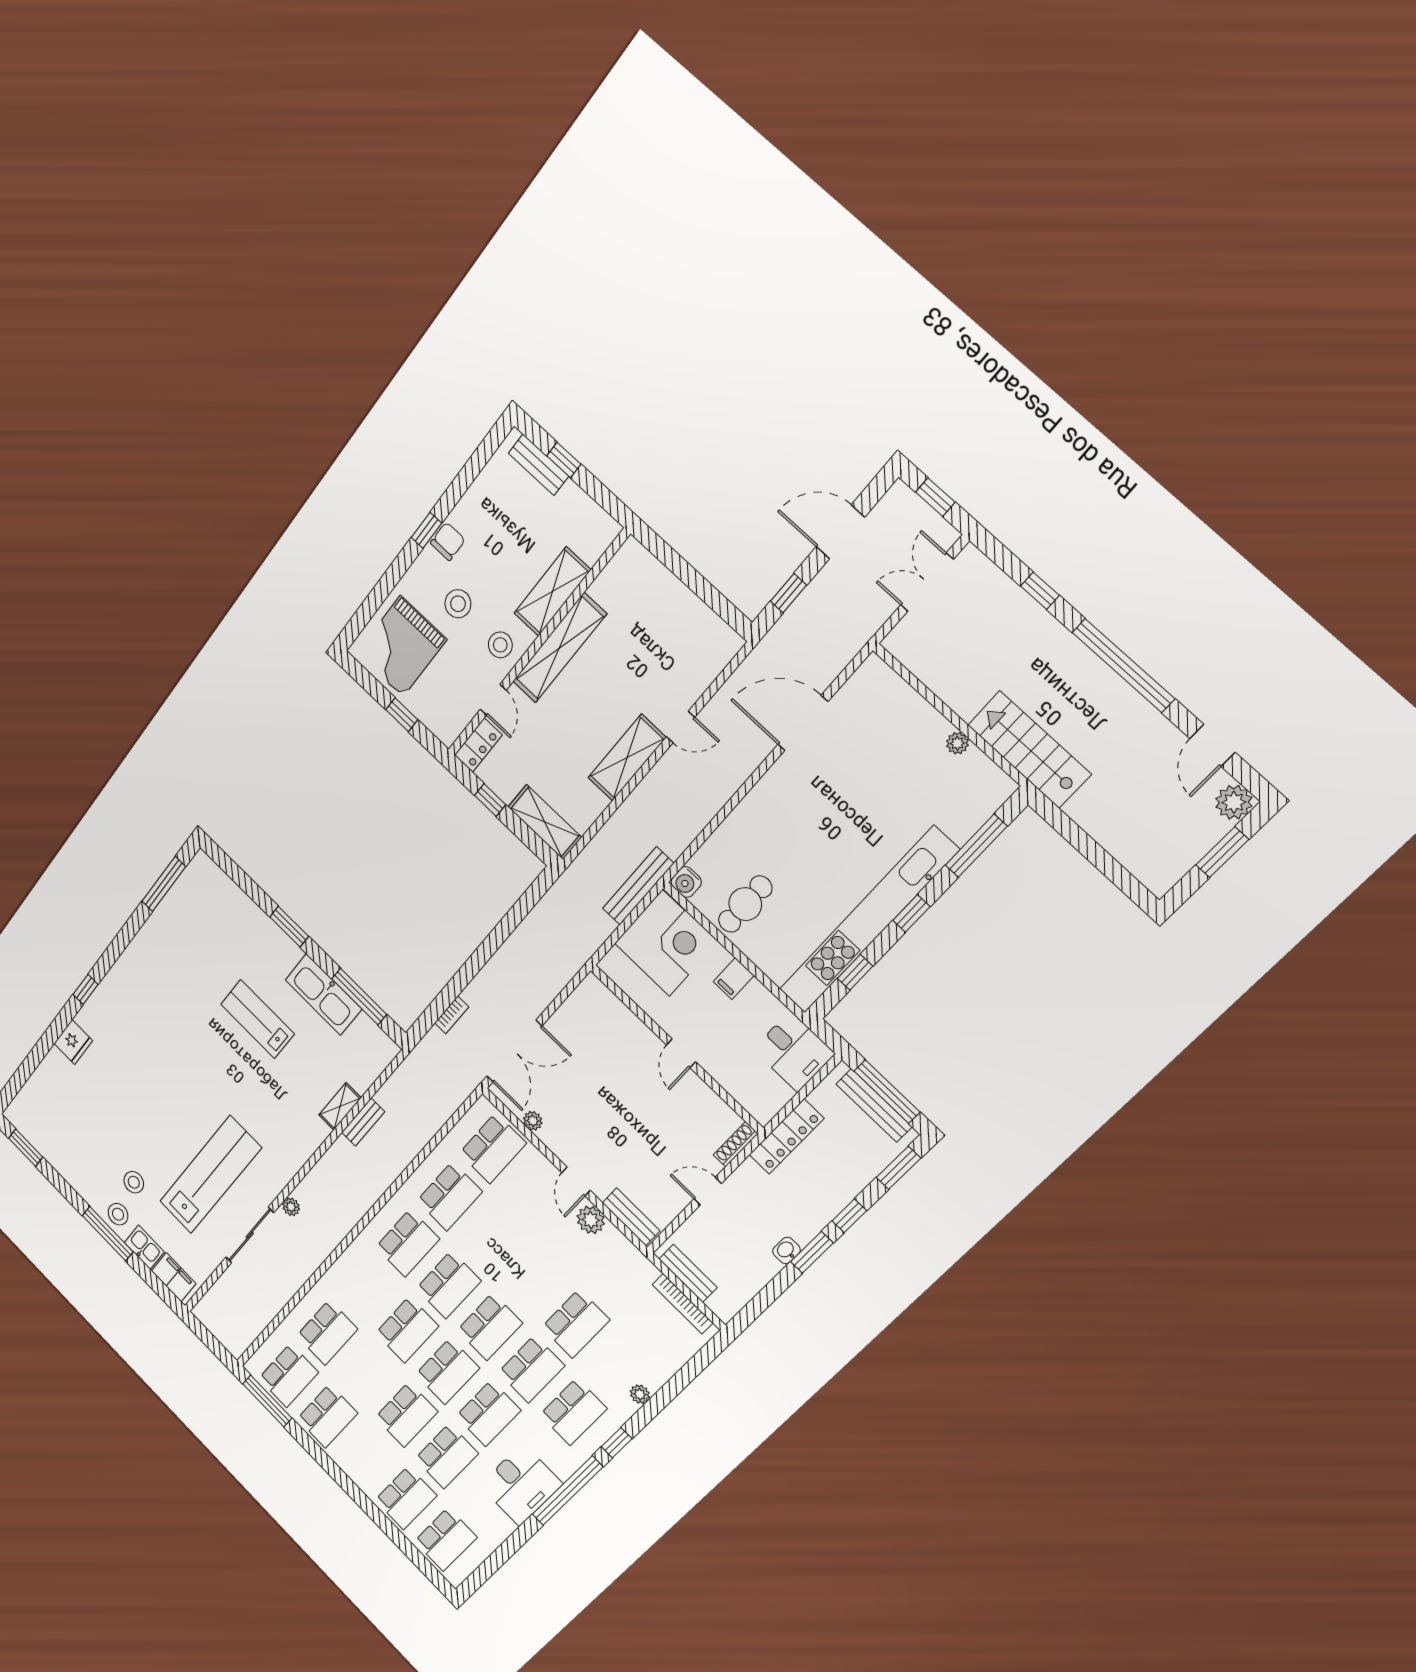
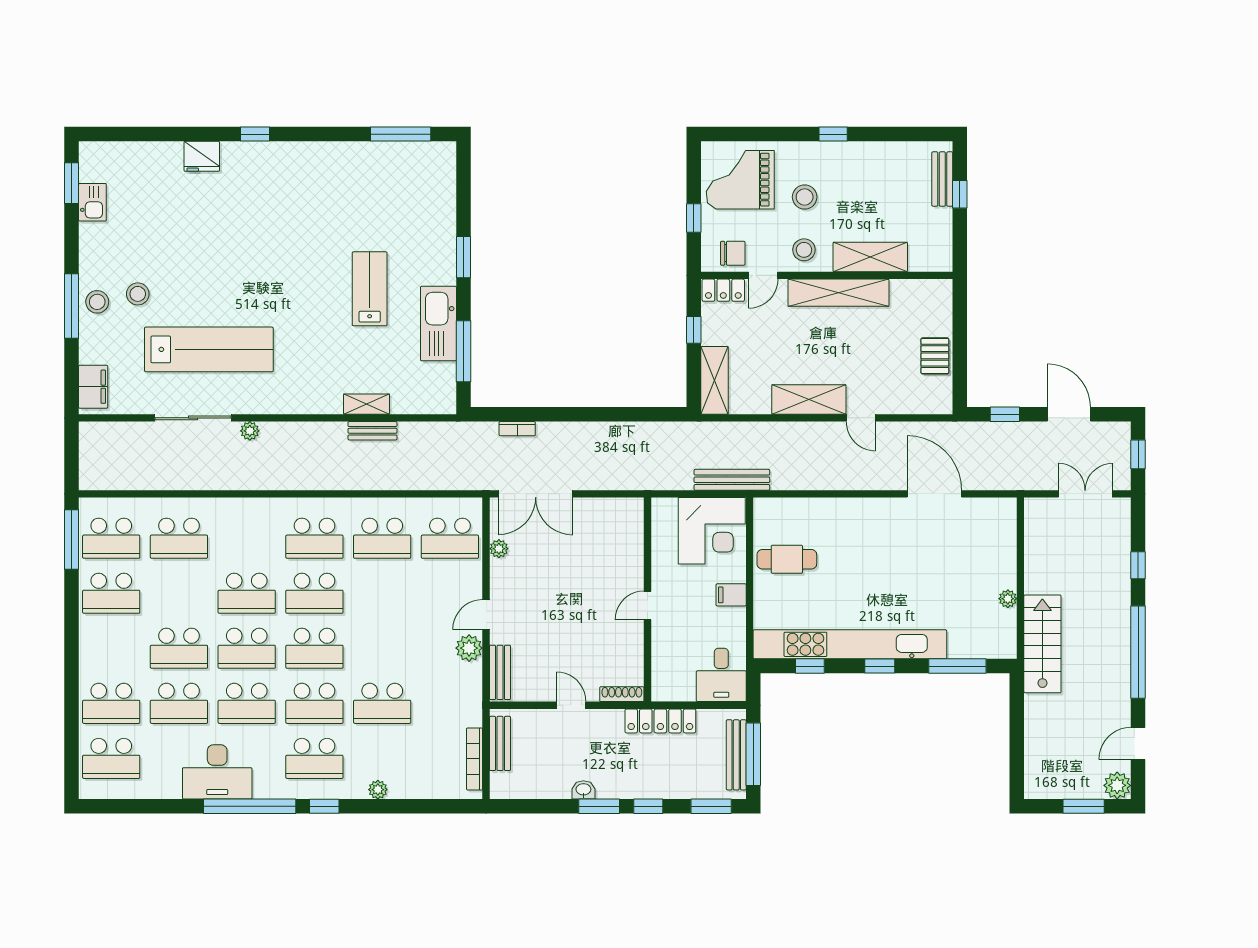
chair: (448, 541) -> (733, 253), moved
pallet: (683, 611) -> (935, 356), added
water cooler: (686, 882) -> (765, 509), removed
kitchen sink: (144, 1247) -> (92, 202), moved

